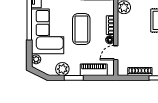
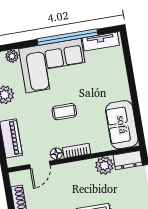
coffee table: (81, 29) -> (64, 112), width x0.54, depth x0.58
door: (116, 53) -> (40, 165), swing flipped

